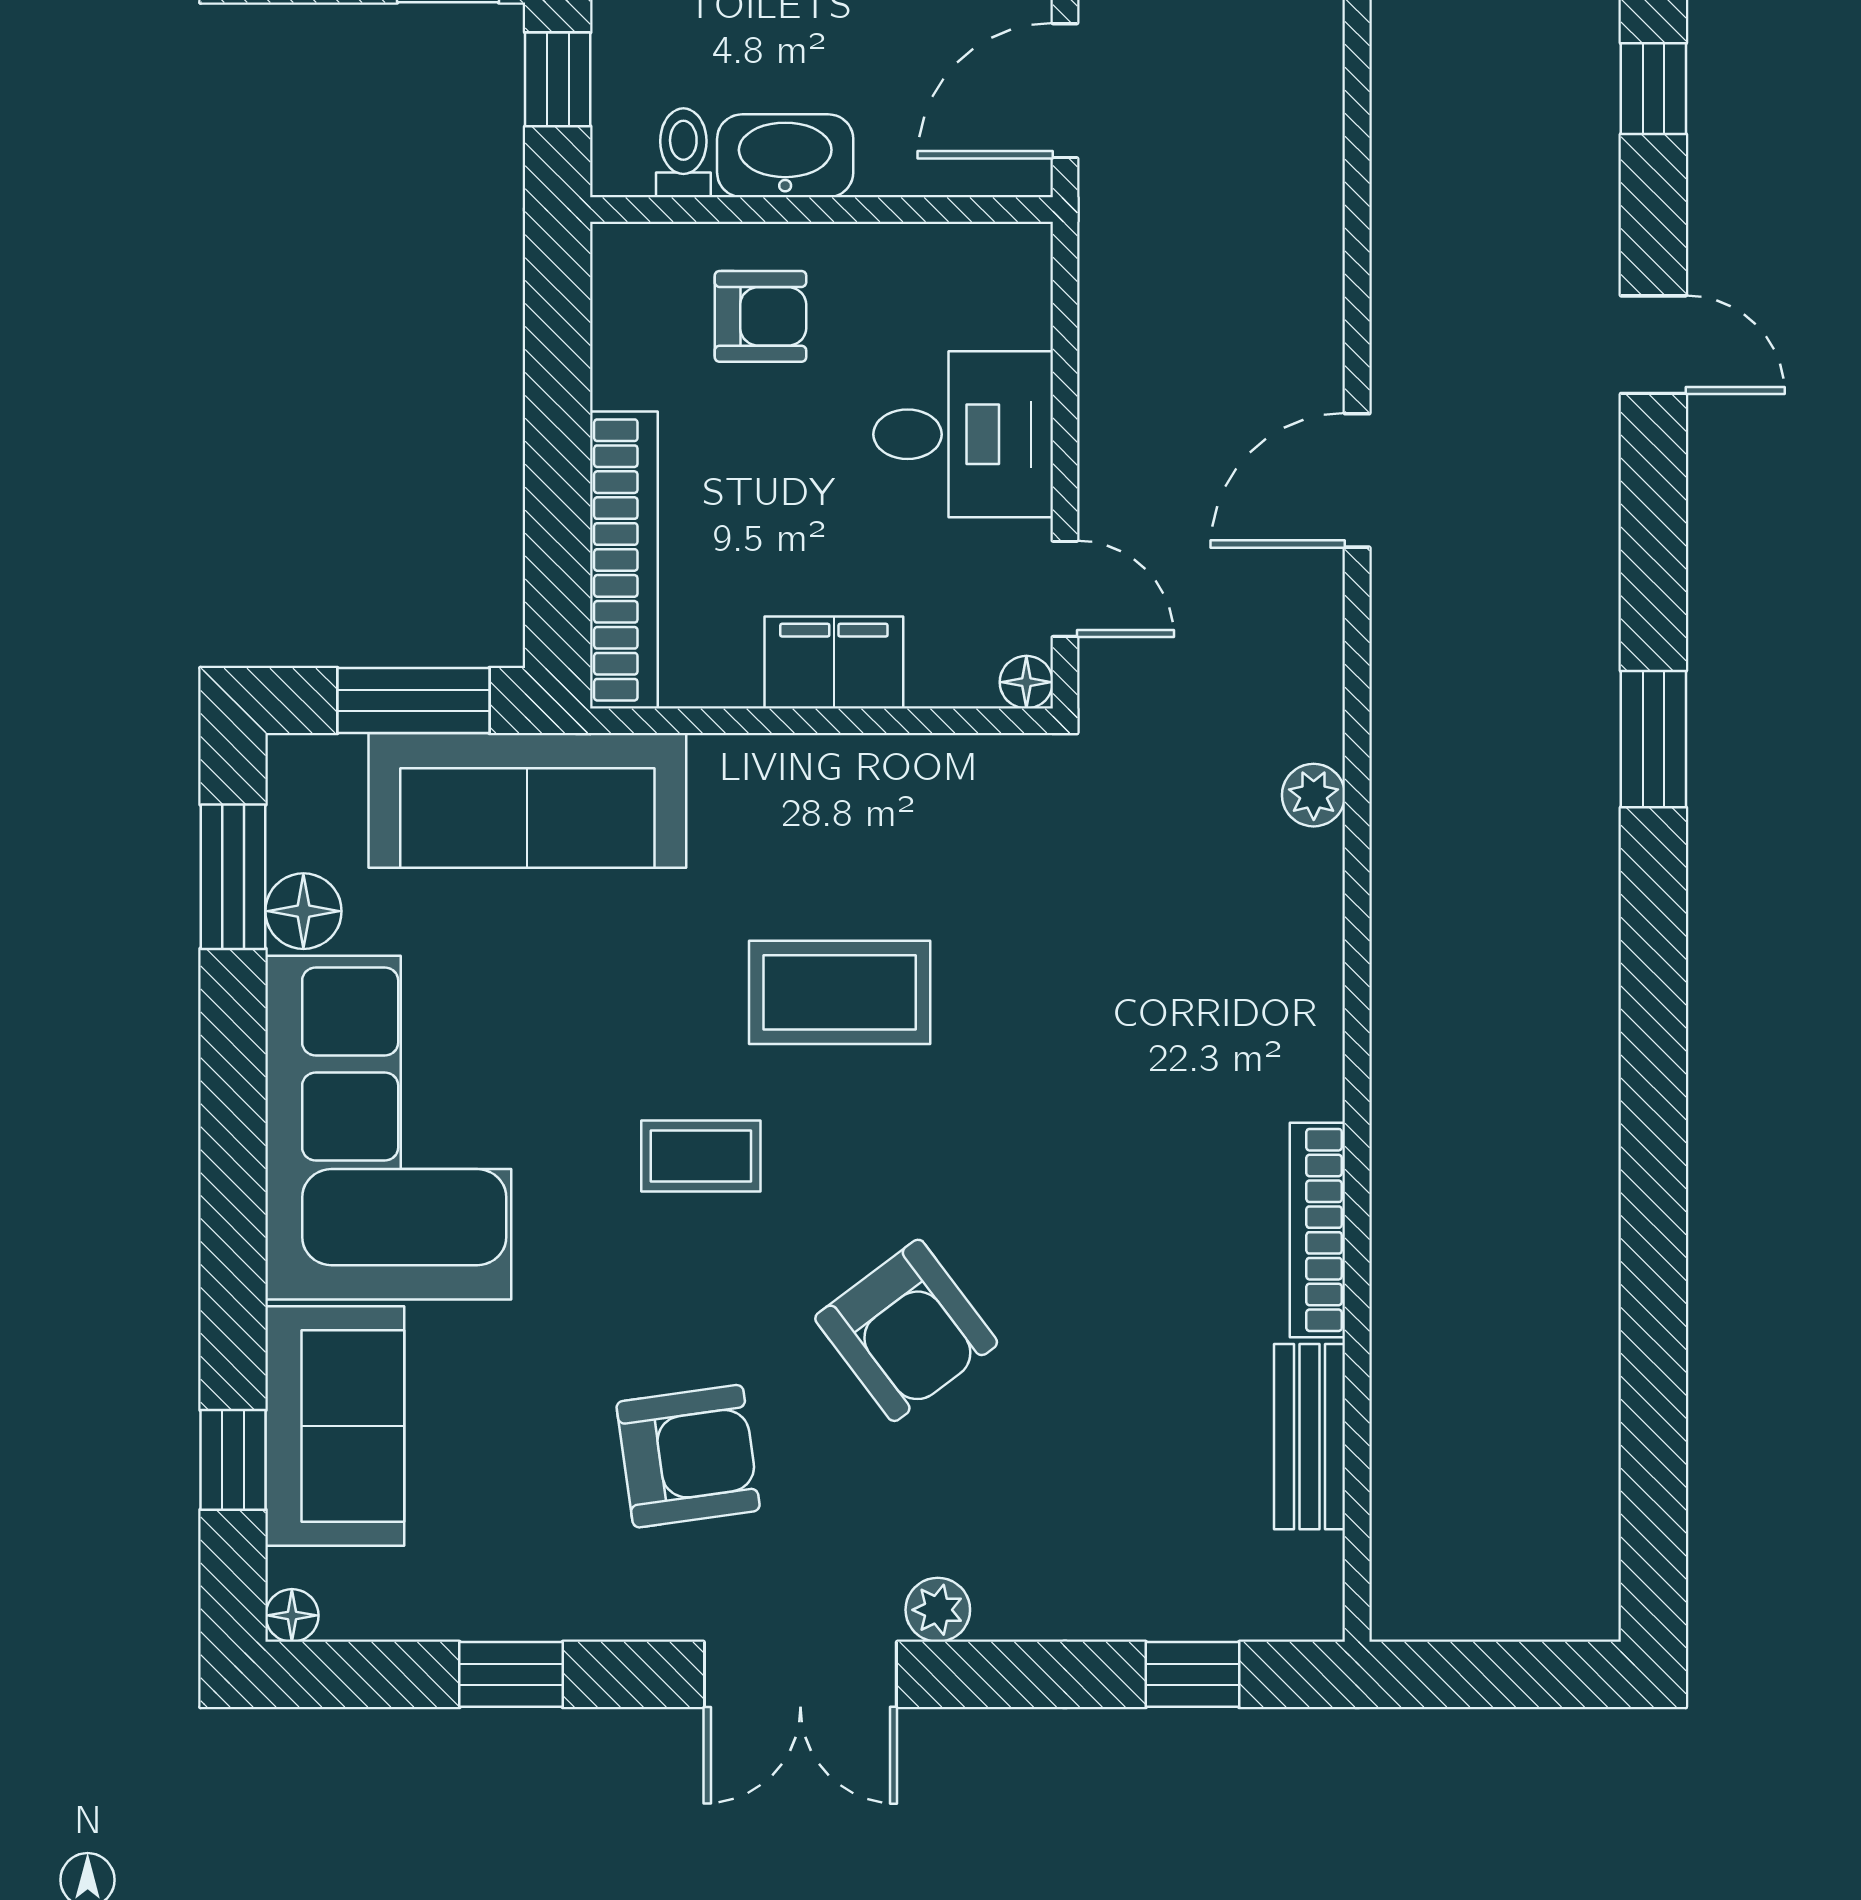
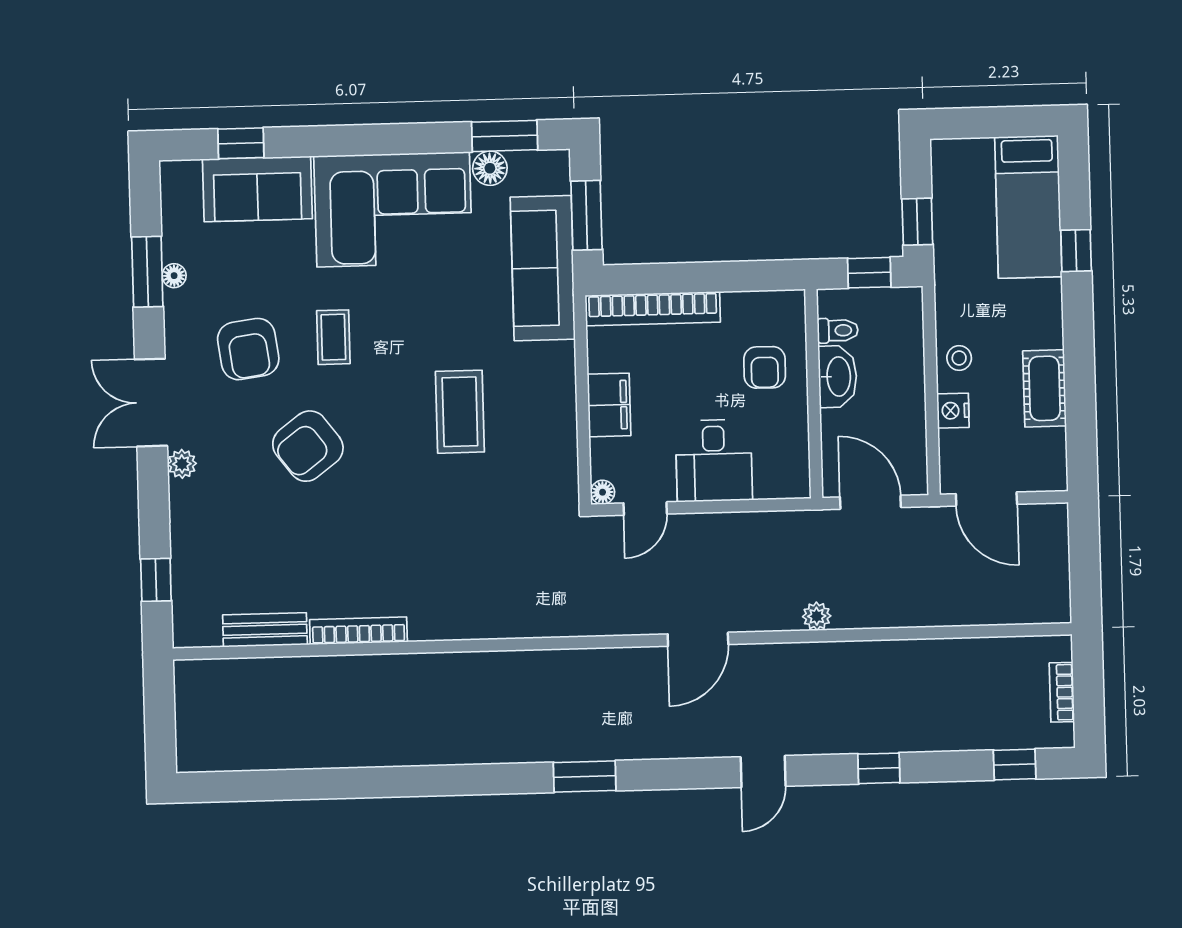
door: (1357, 480) -> (698, 639), swing flipped
plant: (1314, 795) -> (817, 616), moved
coffee table: (701, 1156) -> (333, 337), moved
floor lamp: (292, 1615) -> (174, 276), moved
window: (511, 1674) -> (147, 272), width x1.50

